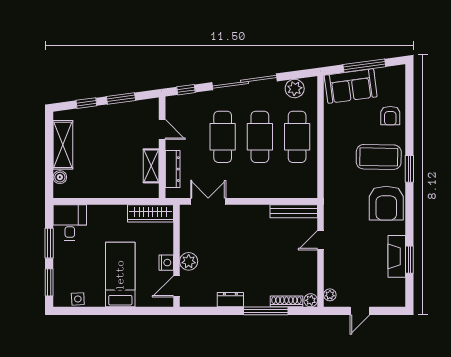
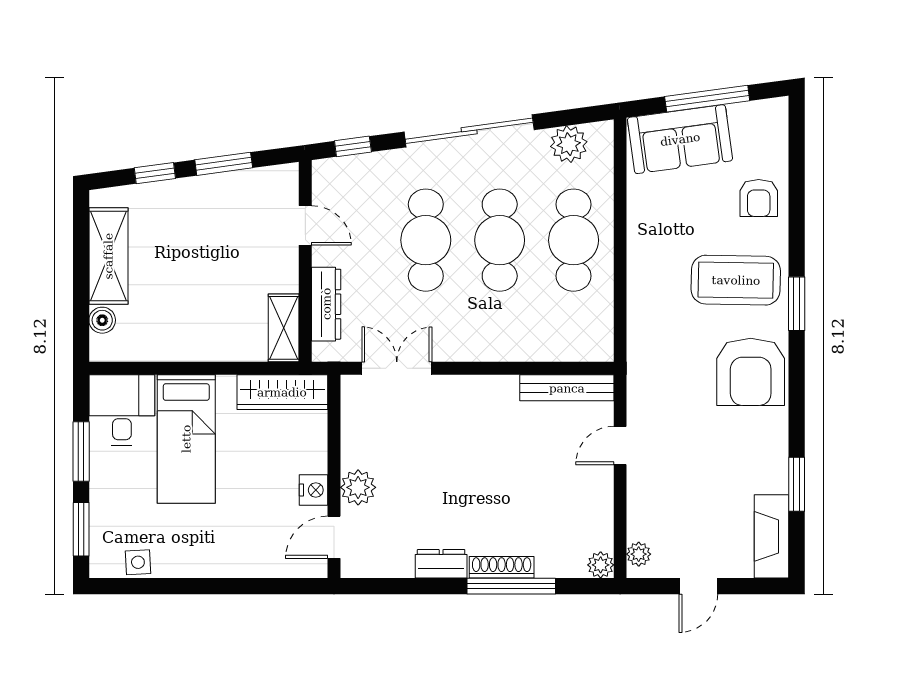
shelving: (151, 166) -> (284, 328), moved
fireplace: (397, 256) -> (772, 536), moved
bed: (120, 275) -> (186, 439), moved, turned 180
shoe rack: (286, 301) -> (502, 567), moved

